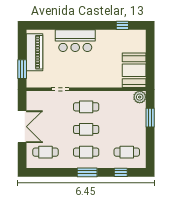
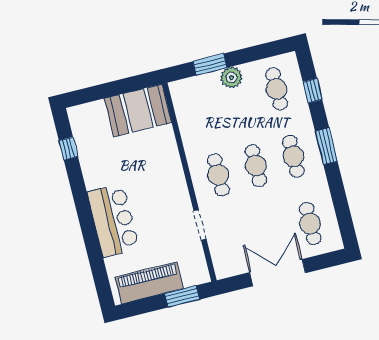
plant: (140, 97) -> (231, 77), moved

